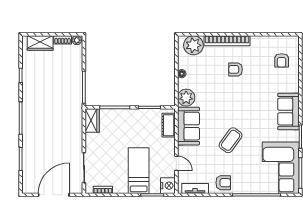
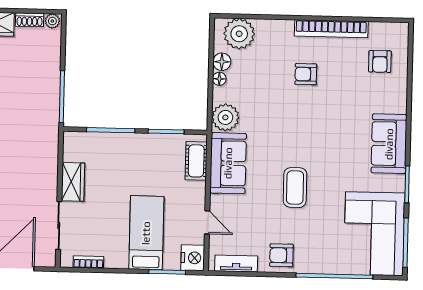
bookcase: (227, 41) -> (331, 29), moved
floor lamp: (183, 63) -> (222, 62), added
wardrobe: (92, 121) -> (73, 182), moved
coffee table: (231, 140) -> (295, 188), turned -36
armchair: (223, 183) -> (281, 255), turned 180

